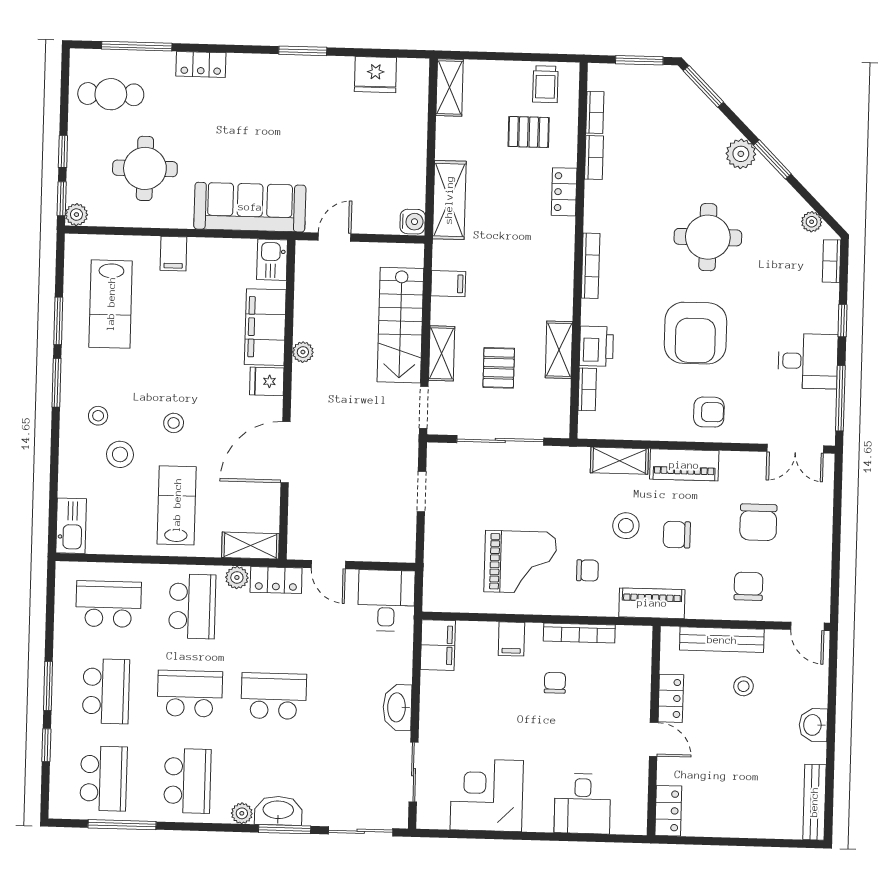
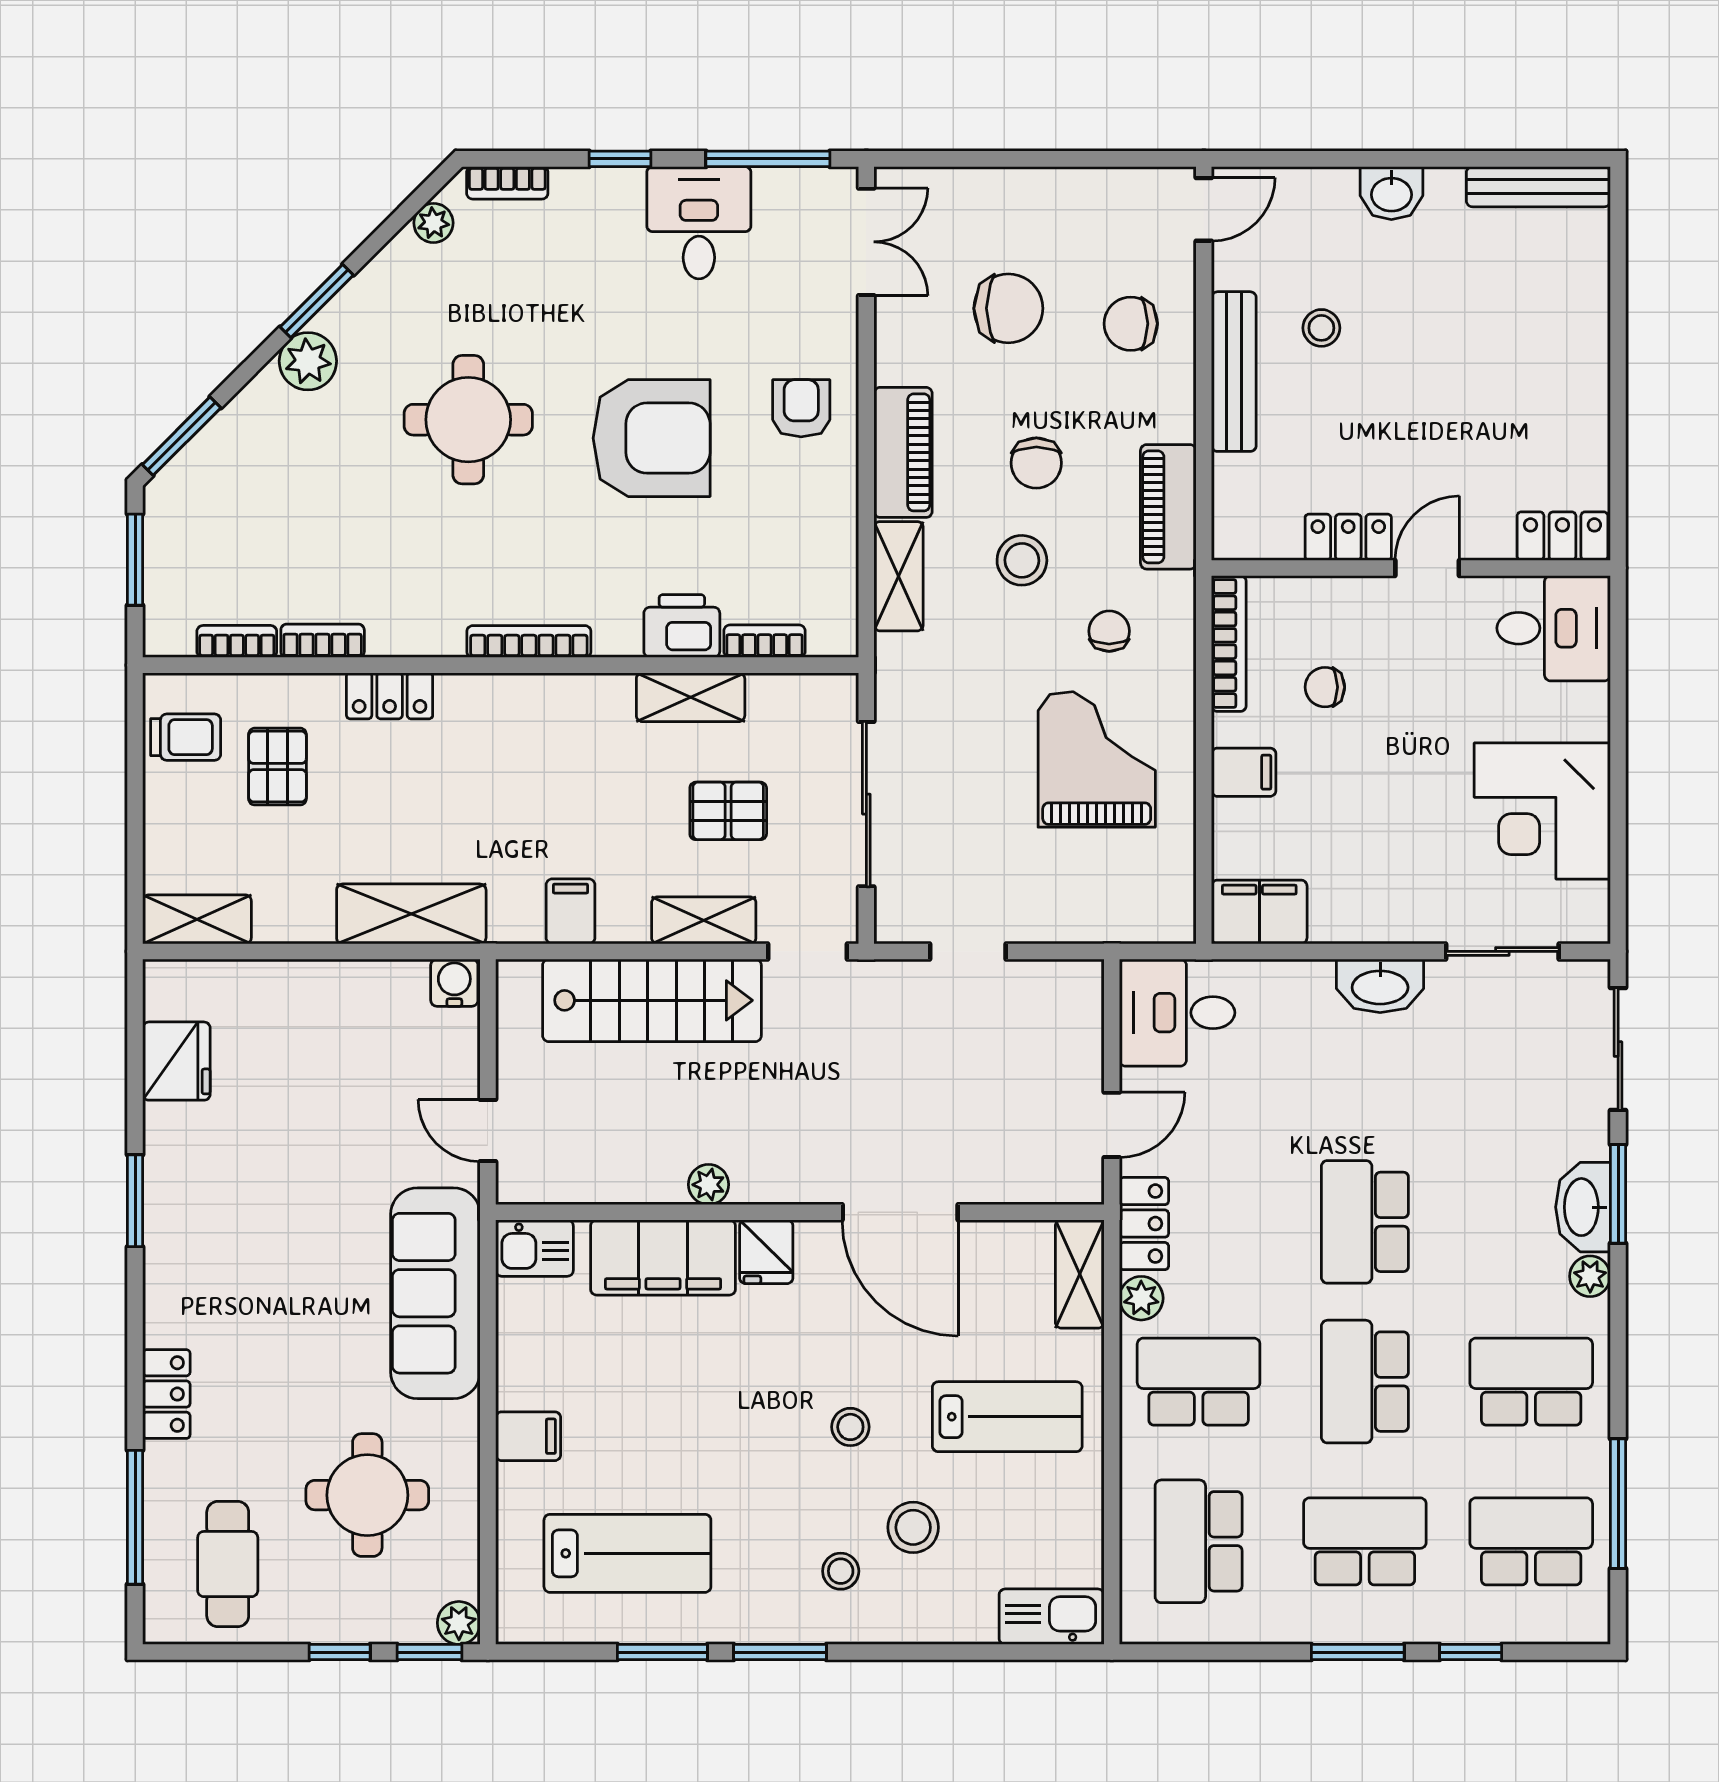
lab bench: (177, 505) -> (1007, 1417), turned 180
locker: (671, 698) -> (1348, 537), moved
wall: (654, 731) -> (1411, 568), moved
door: (654, 739) -> (1427, 568), moved
locker: (668, 811) -> (1562, 536), moved

